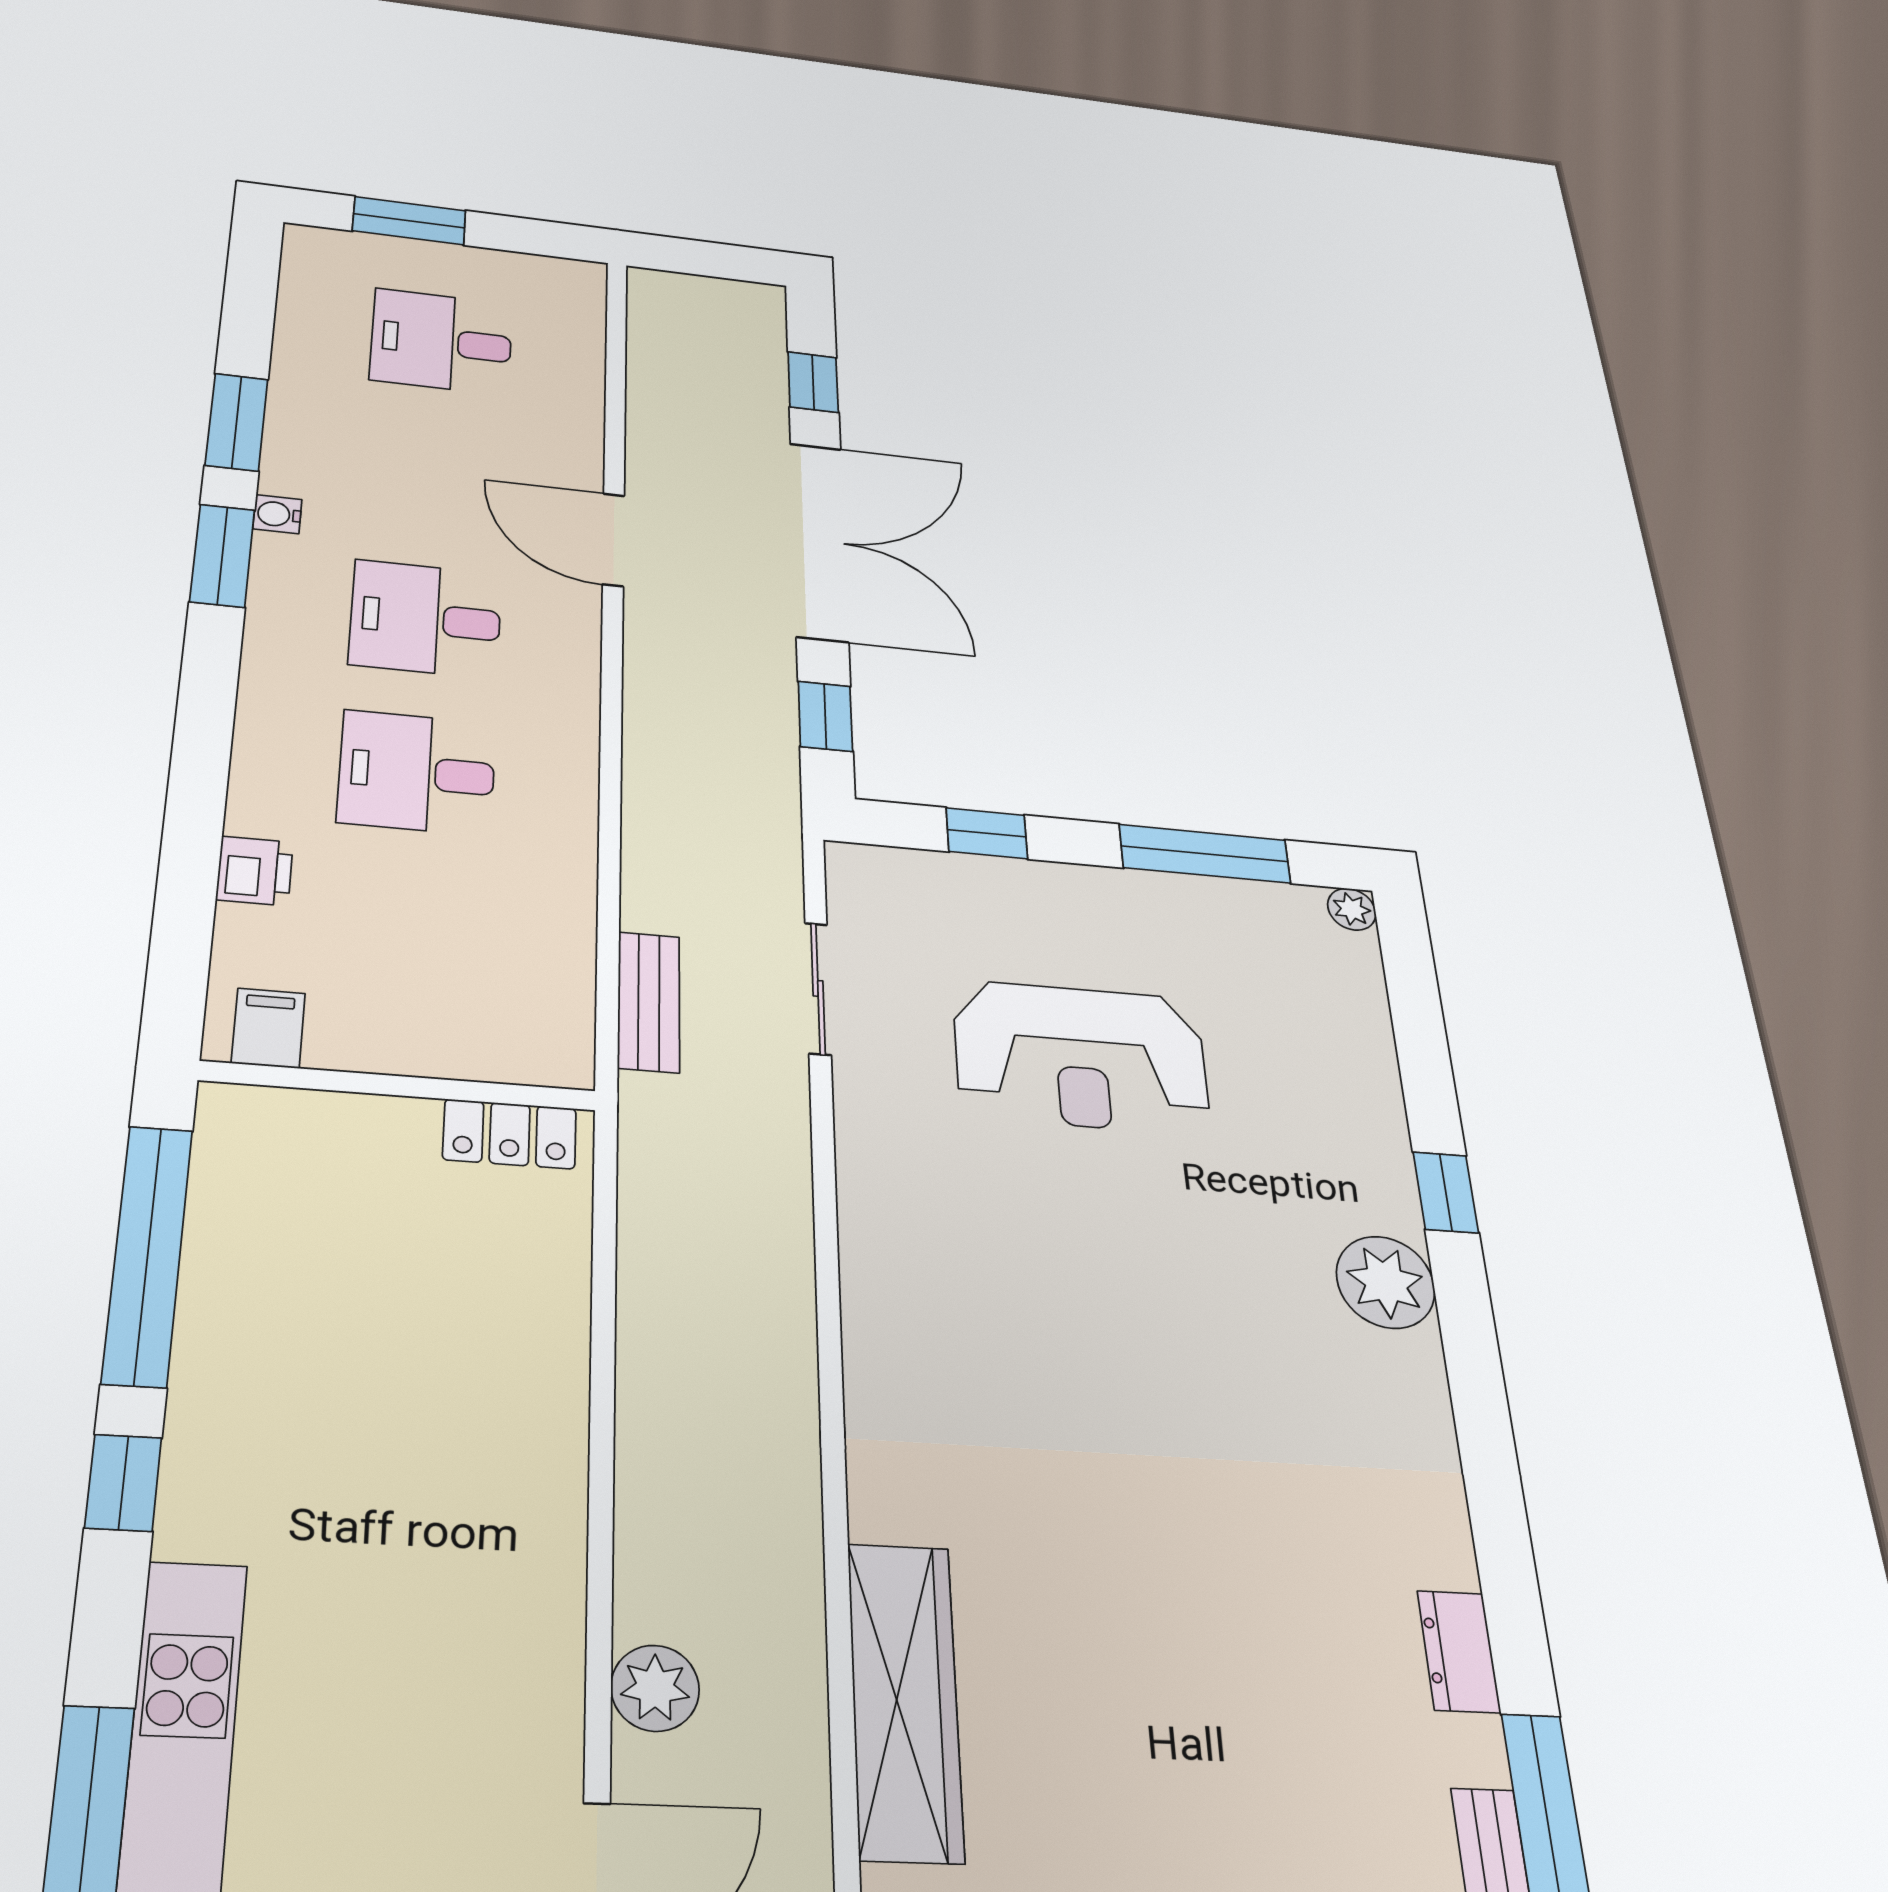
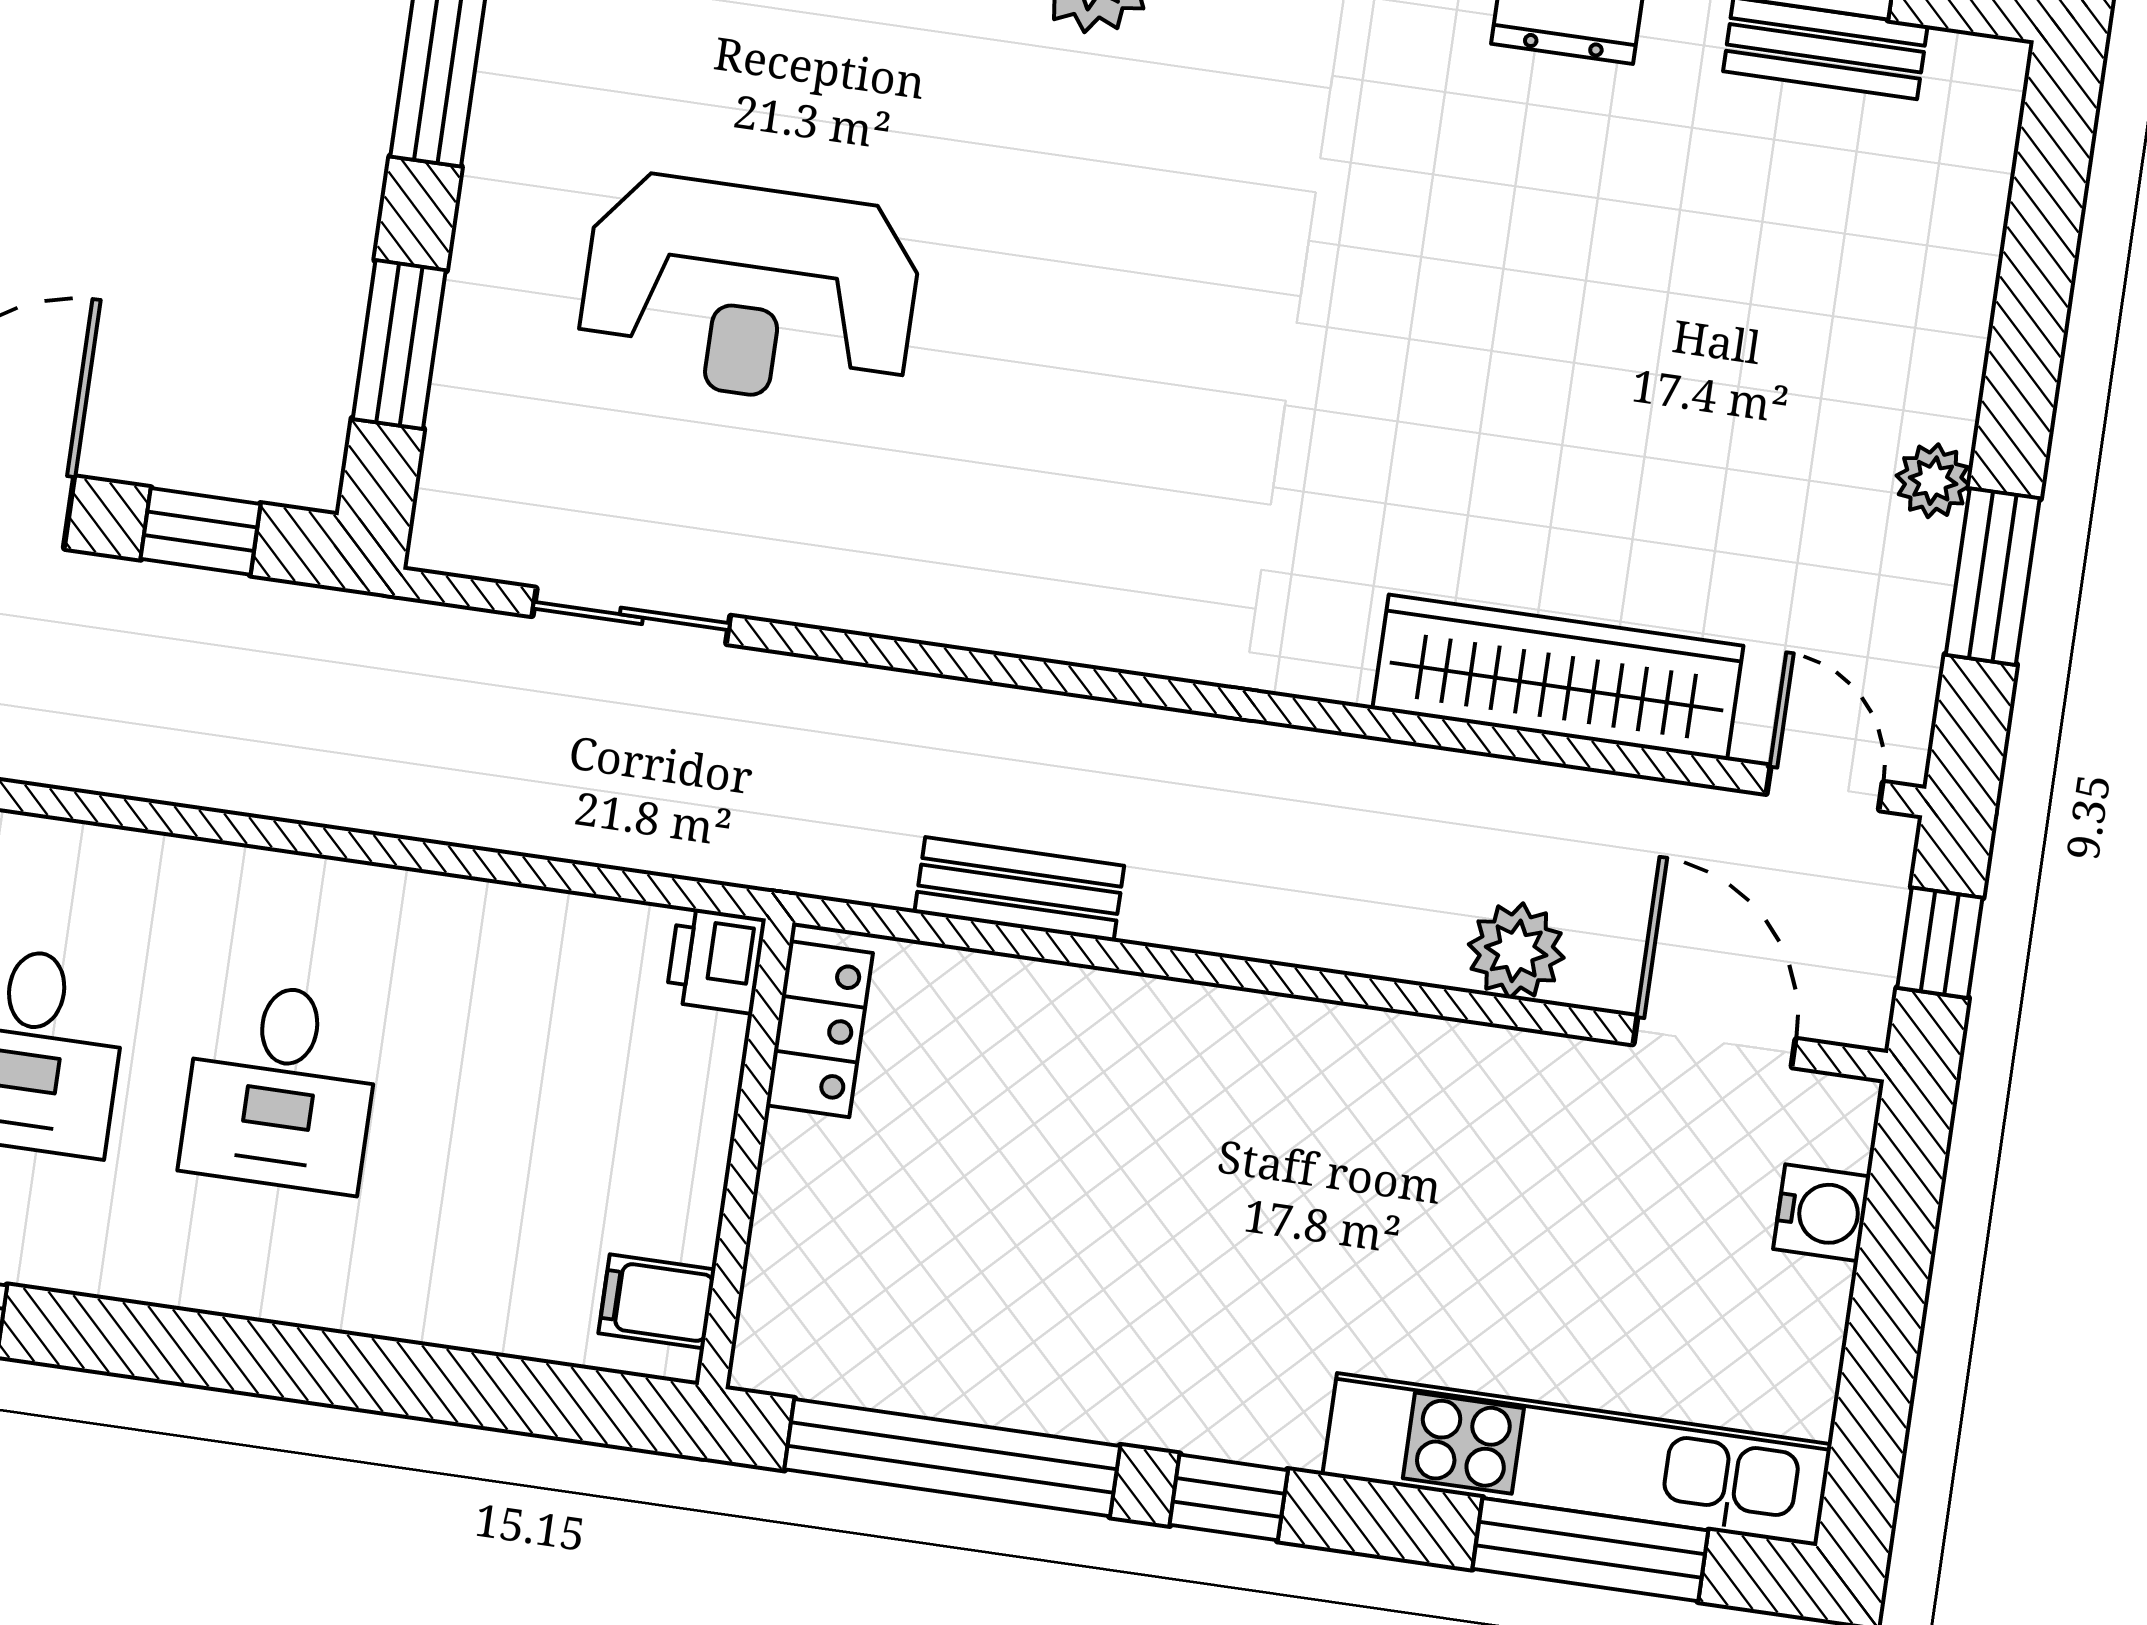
window: (987, 833) -> (399, 345), width x1.50
printer: (255, 871) -> (716, 960), moved, turned -90
bench: (649, 1002) -> (1019, 889), moved
reception desk: (1081, 1057) -> (750, 291), turned 90

